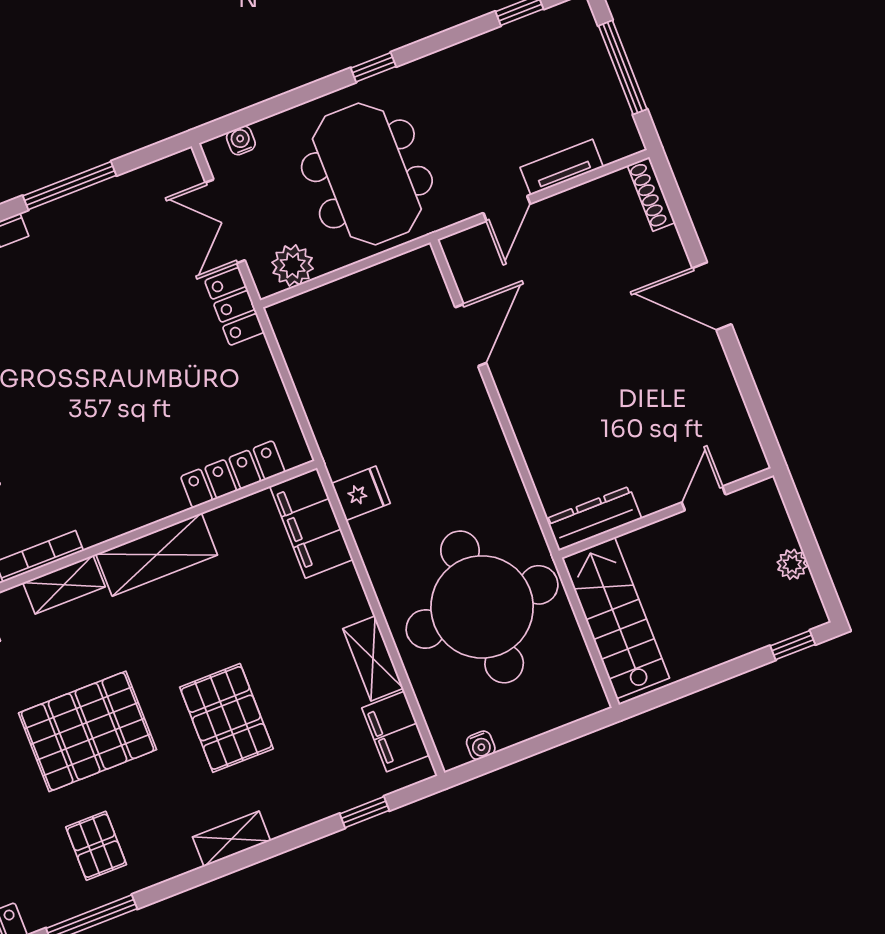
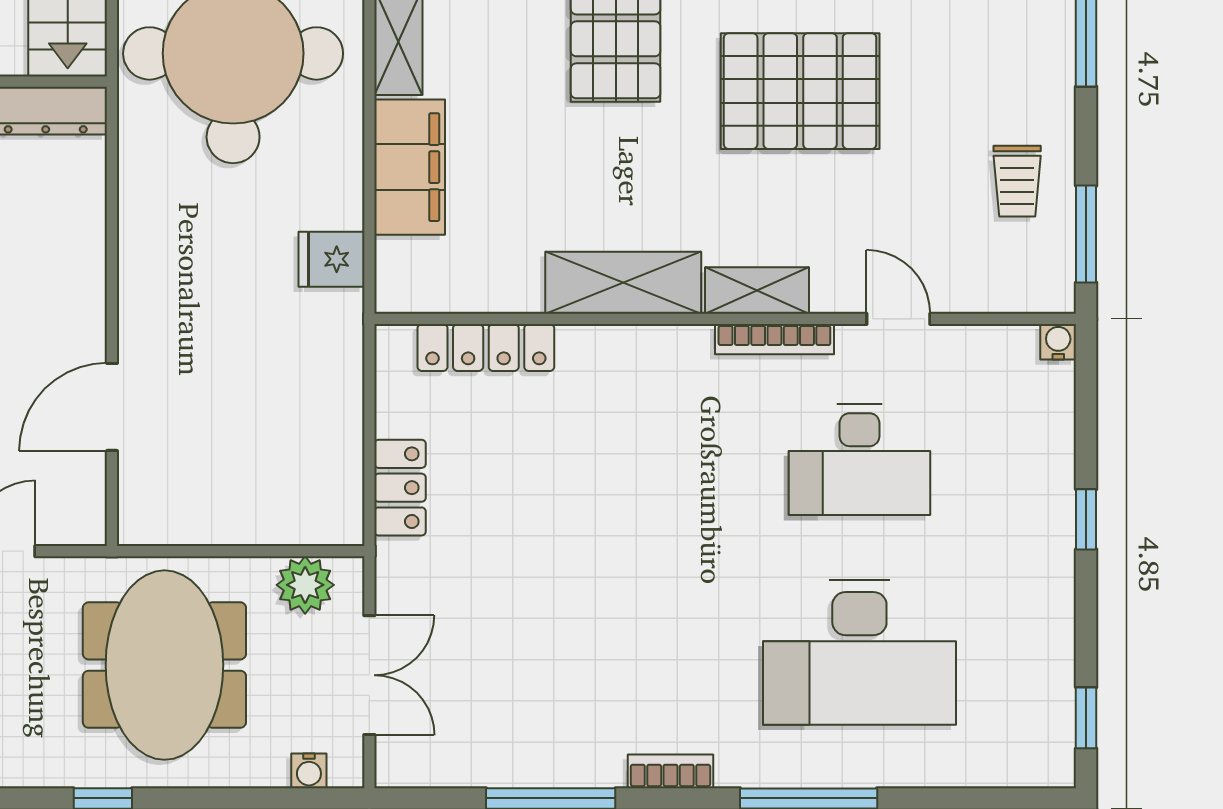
locker: (234, 306) -> (400, 488), moved
filing cabinet: (311, 523) -> (410, 167), moved

